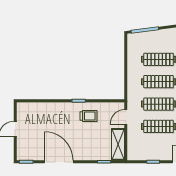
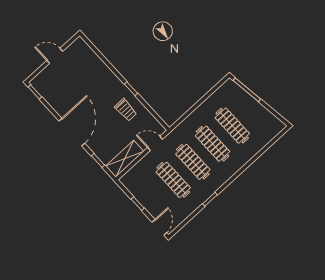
door: (59, 162) -> (72, 132), moved

